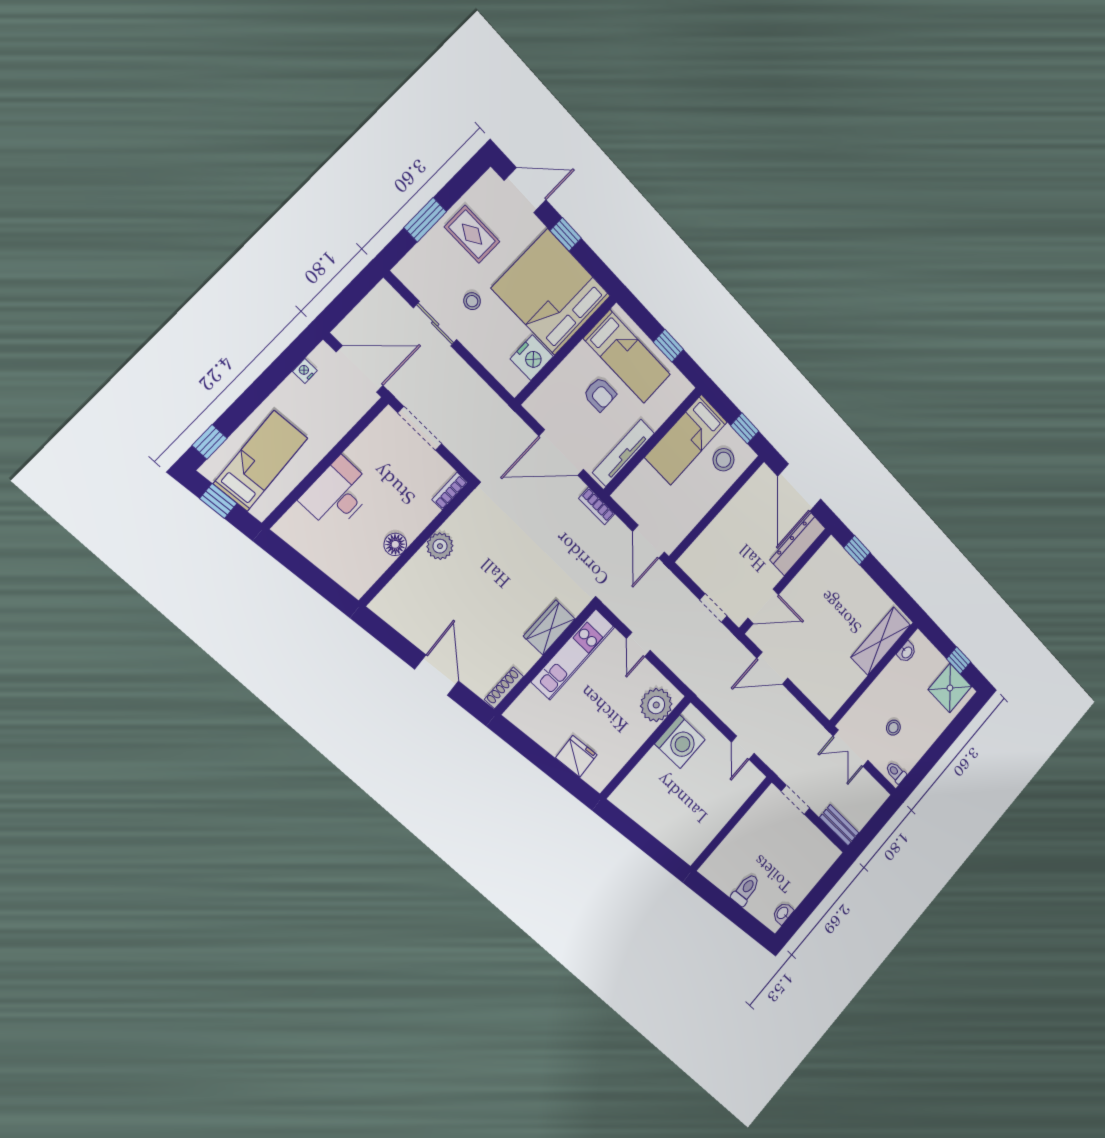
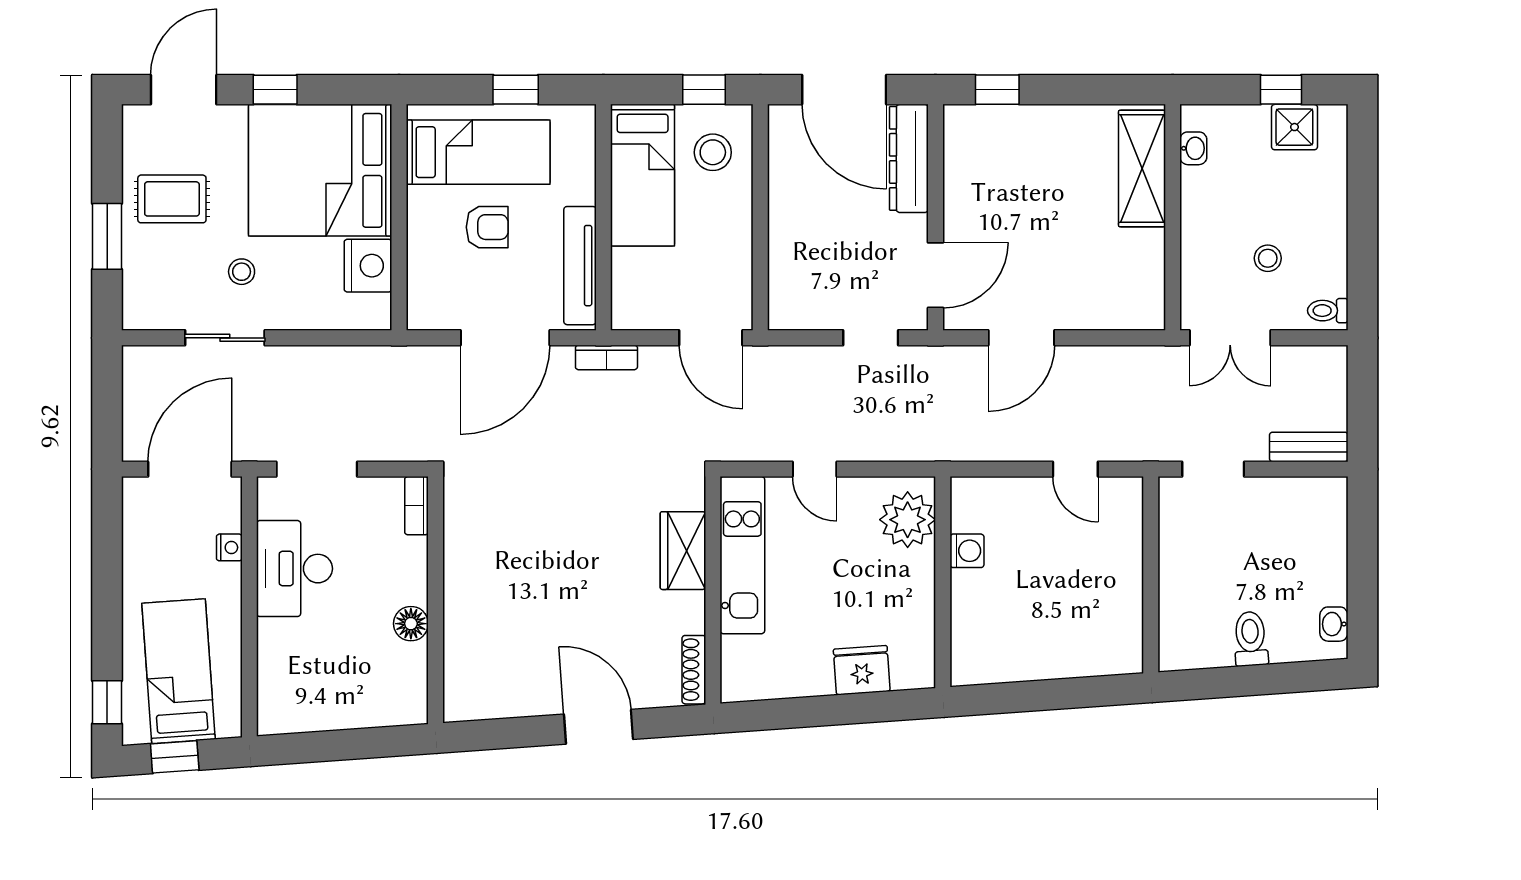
nightstand: (305, 371) -> (229, 547), moved, turned 180
desk: (337, 494) -> (294, 569), moved
plant: (440, 546) -> (464, 578), removed
shower: (950, 688) -> (1294, 127), width x0.73, depth x0.73
washing machine: (680, 742) -> (967, 551), width x0.53, depth x0.53

